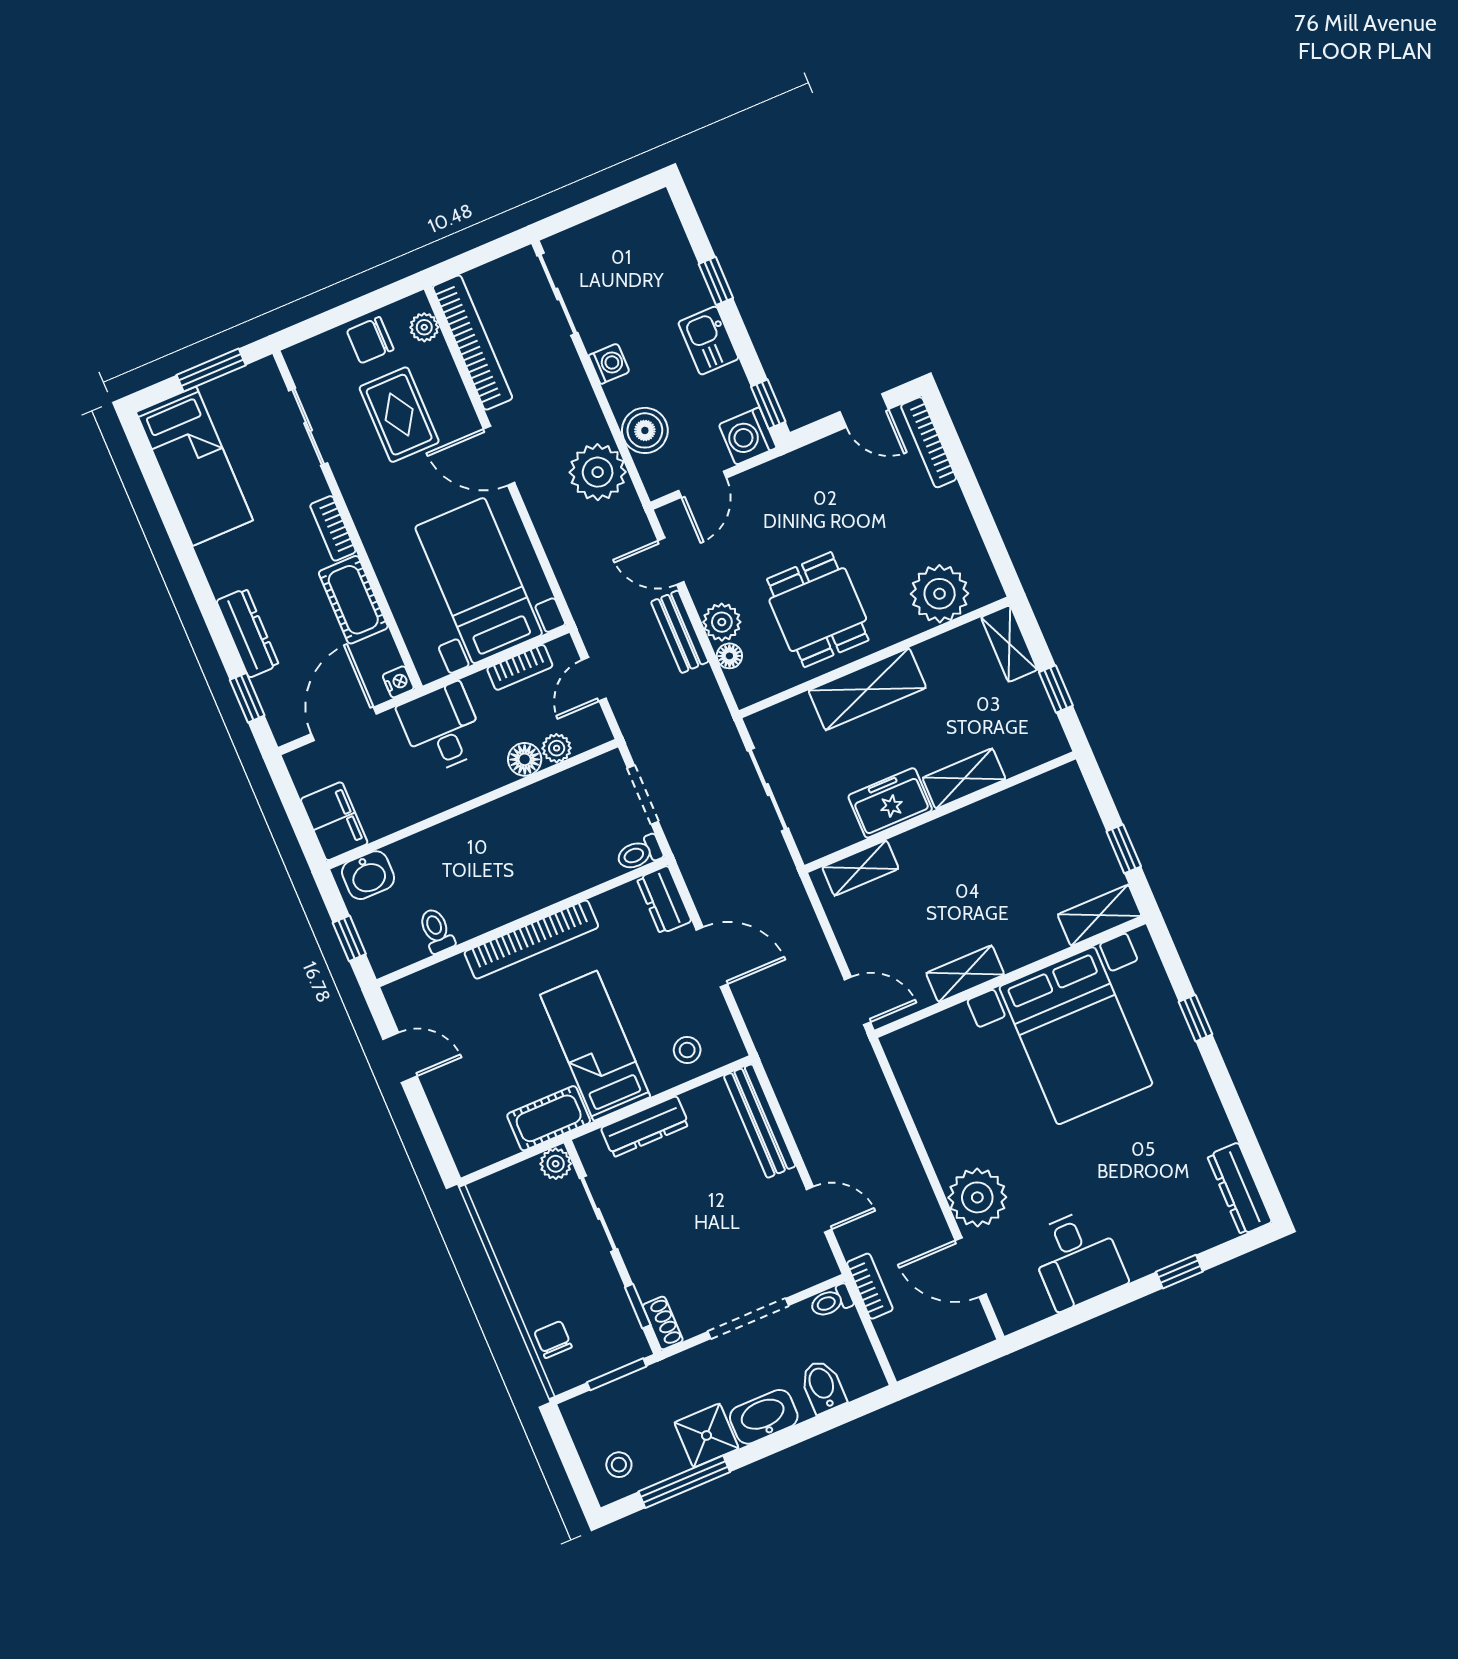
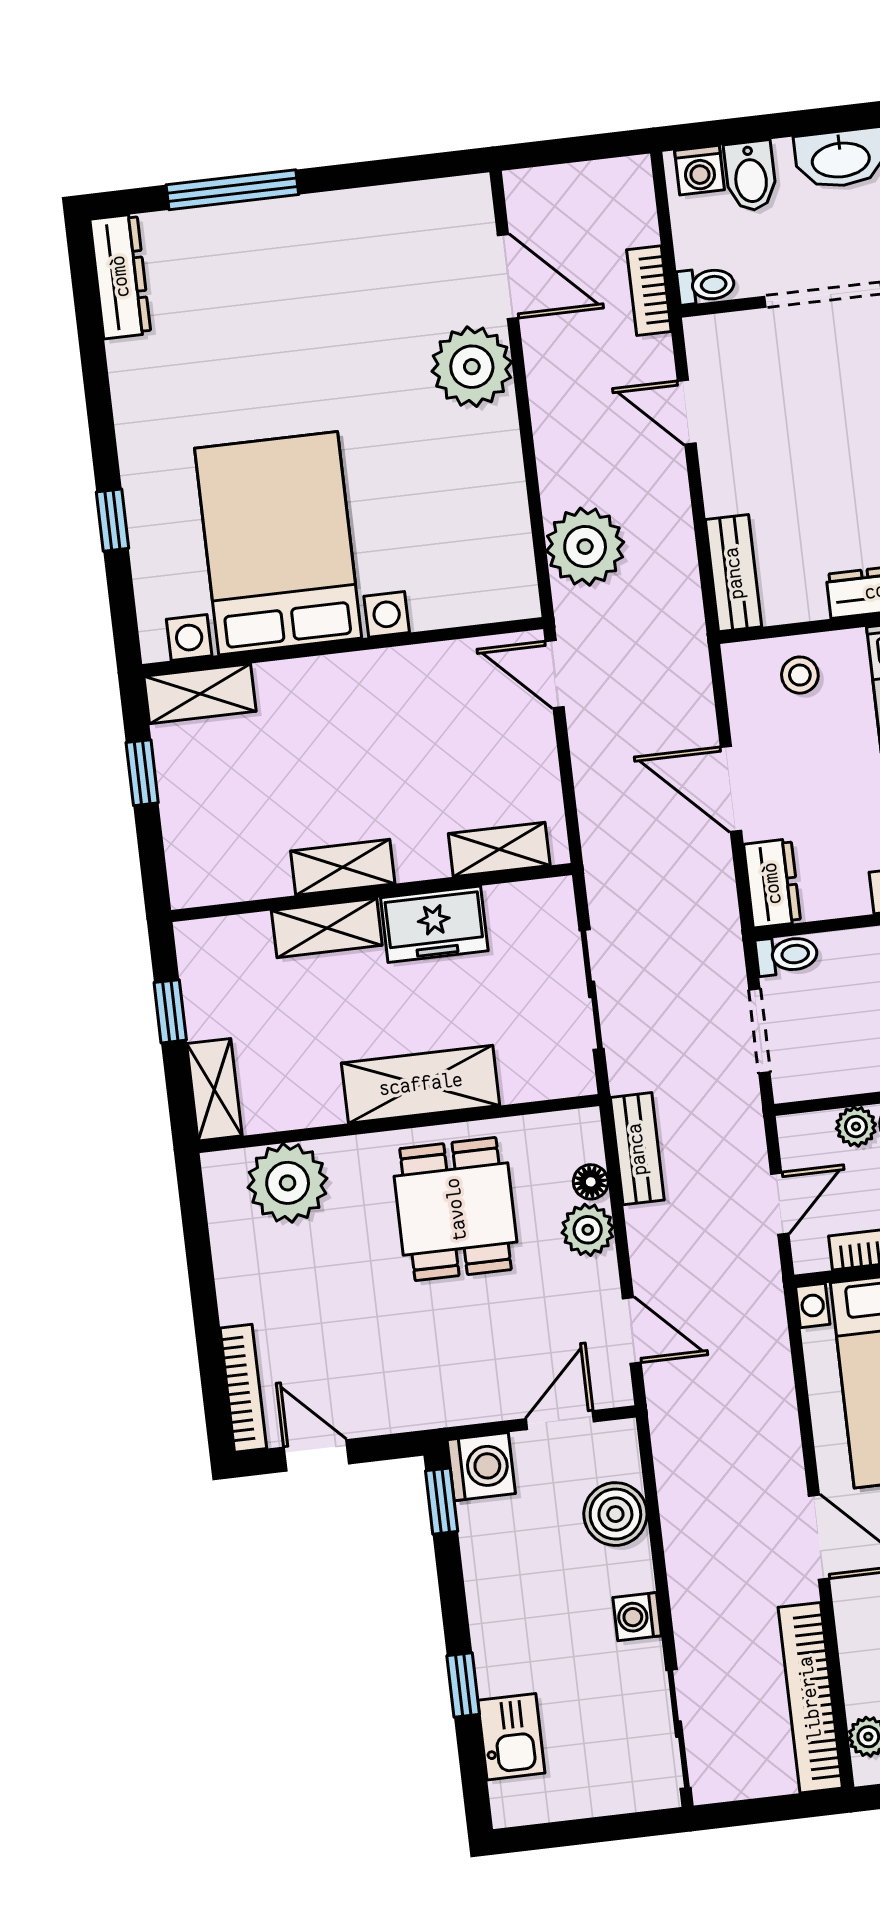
kitchen sink: (708, 341) -> (511, 1737), moved
plant: (598, 472) -> (585, 547), moved
bench: (680, 632) -> (637, 1149), moved
shelving: (965, 974) -> (343, 867), moved
bench: (760, 1121) -> (734, 573), width x0.73
desk: (1077, 1259) -> (363, 246), removed
window: (1179, 1272) -> (232, 190), width x2.17
washing machine: (859, 1380) -> (699, 170), added

